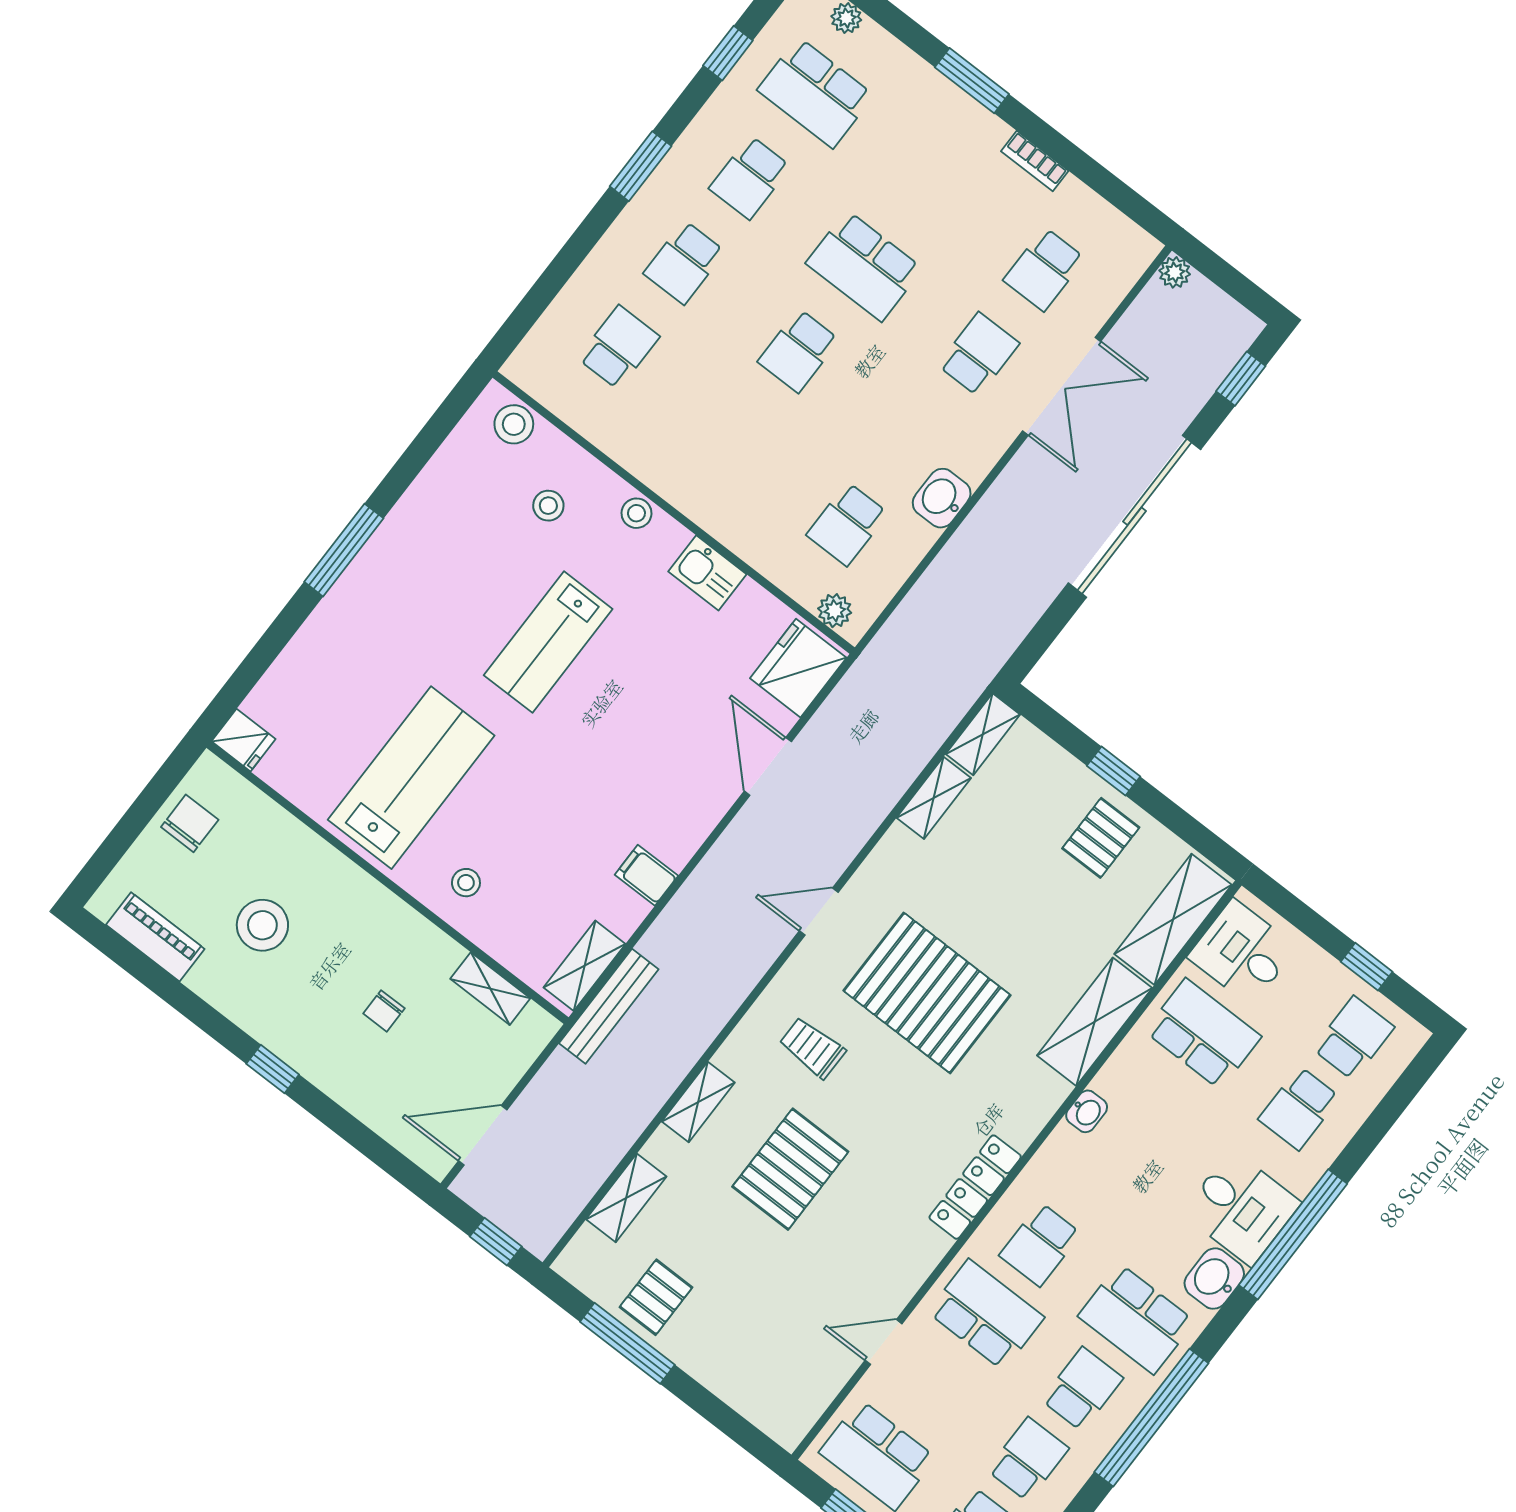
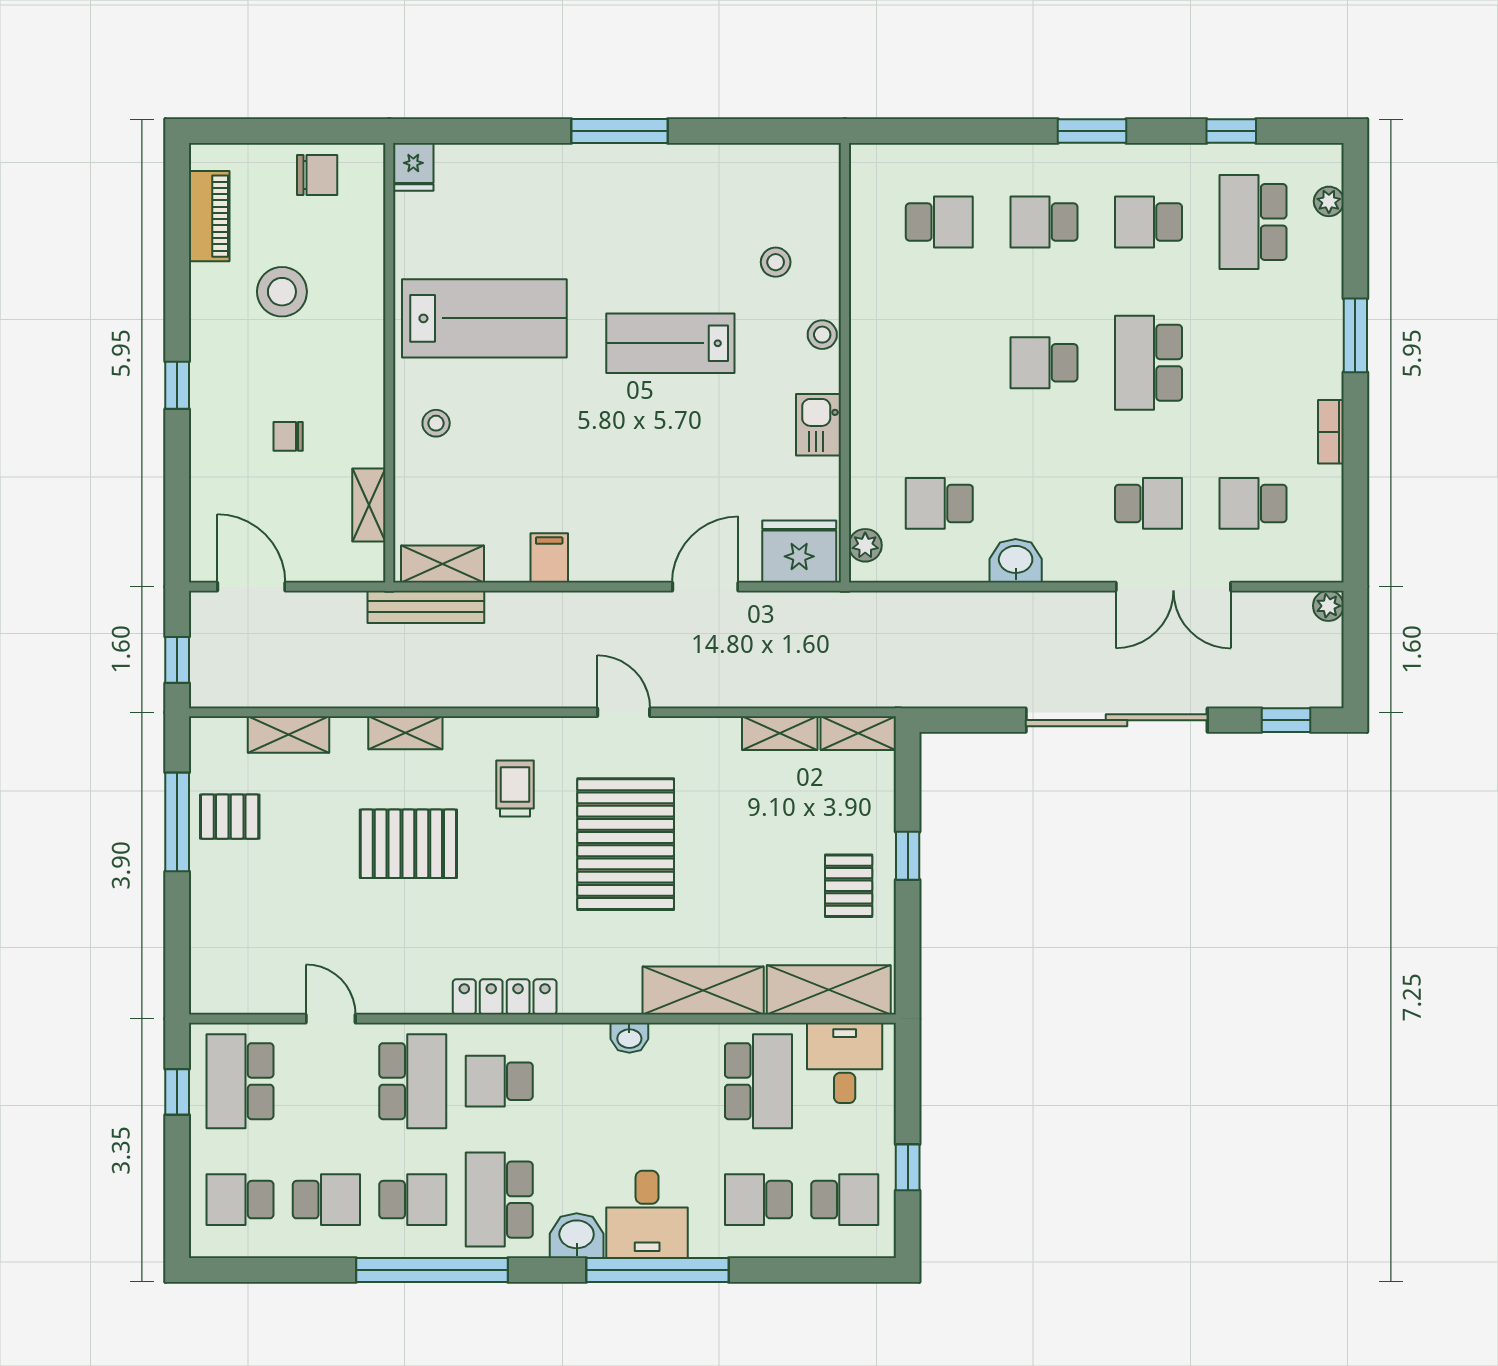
stool: (514, 424) -> (818, 187), removed
pallet: (1101, 838) -> (849, 886), turned 90

